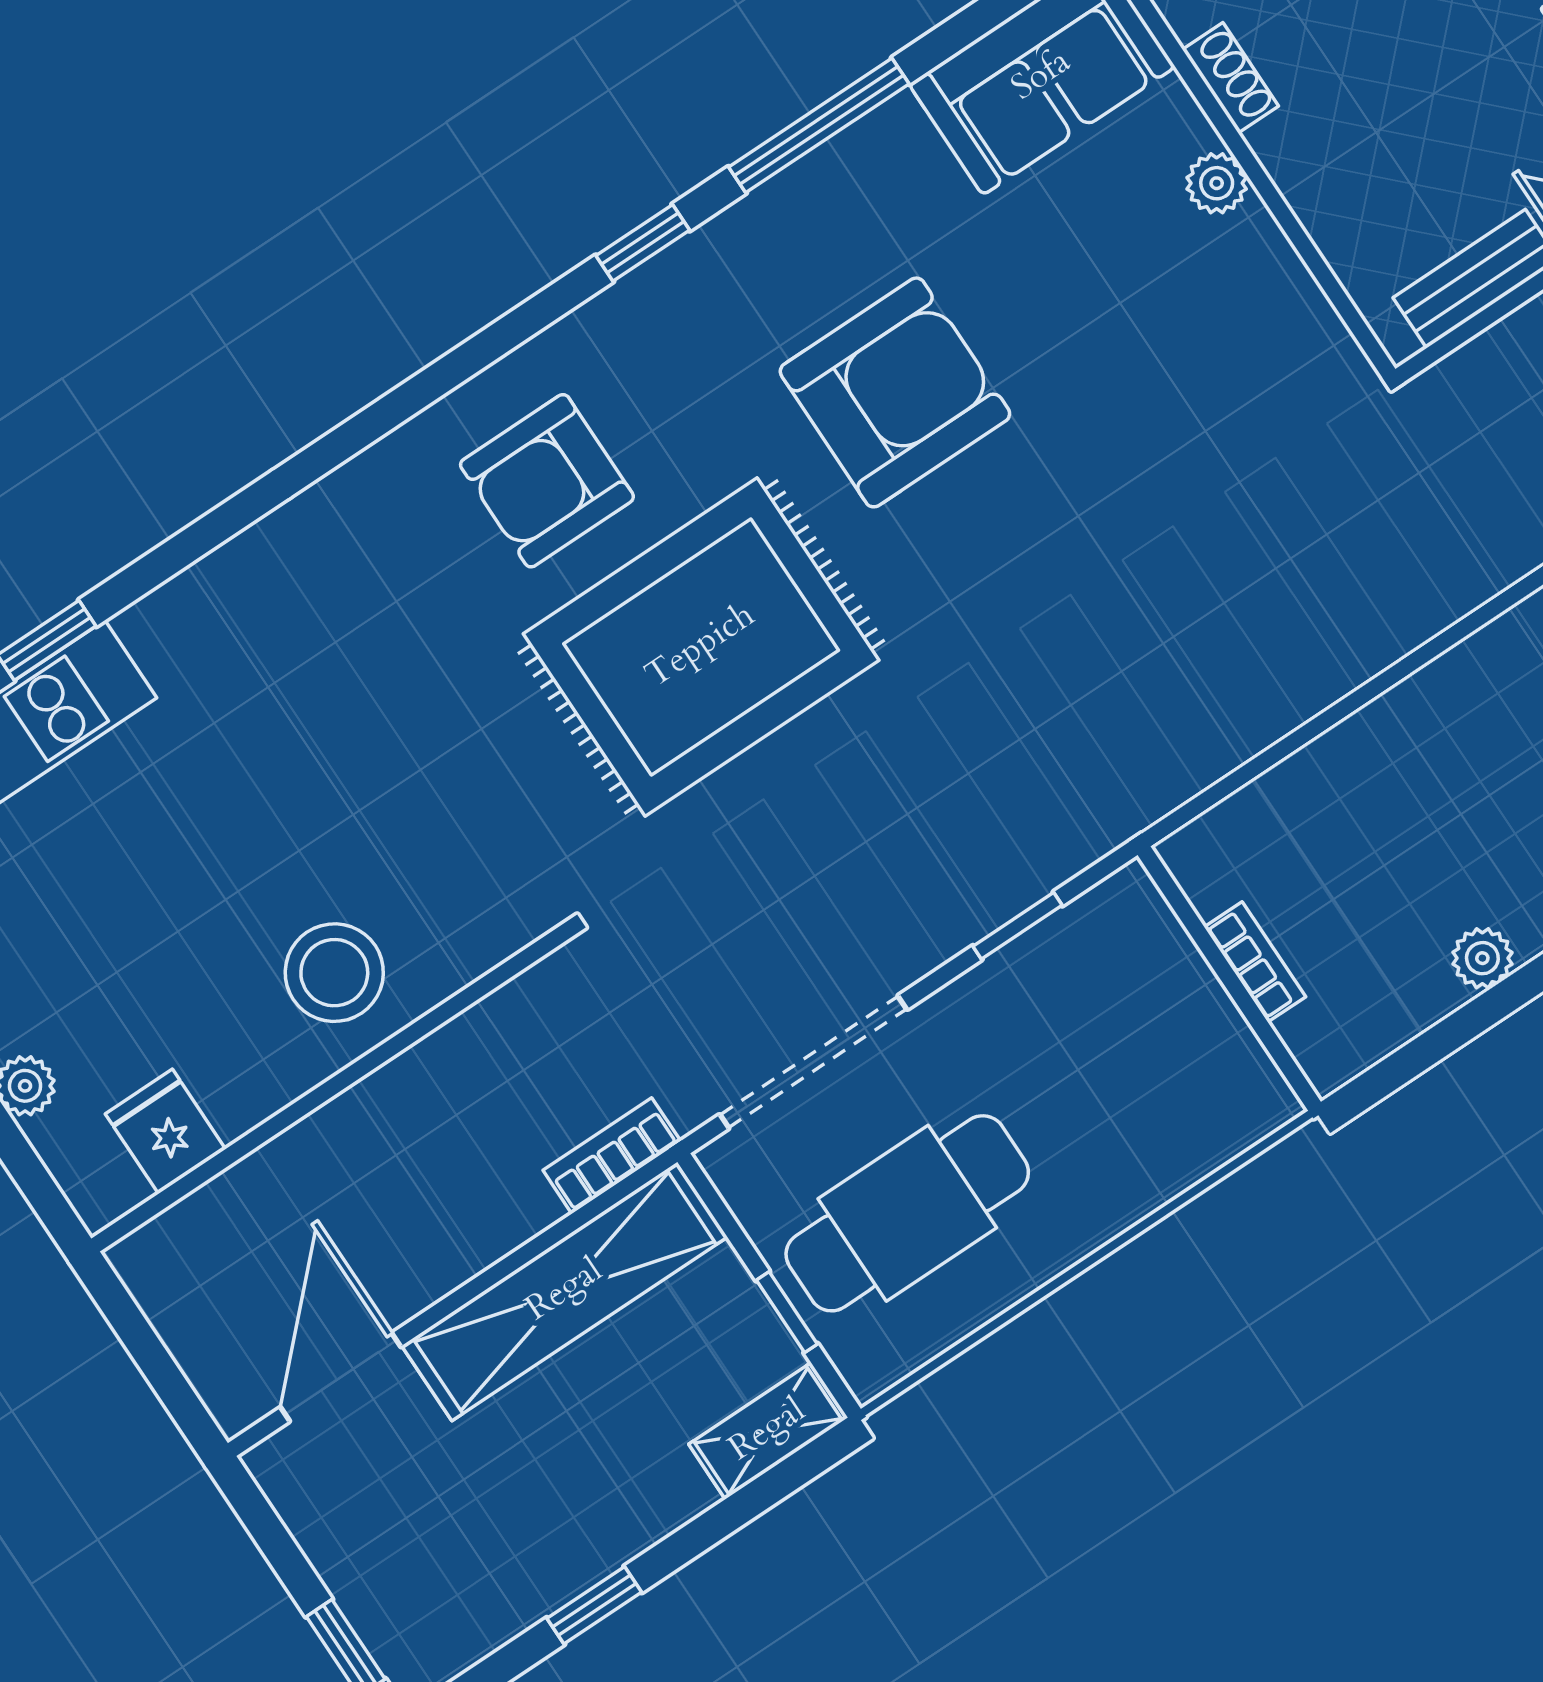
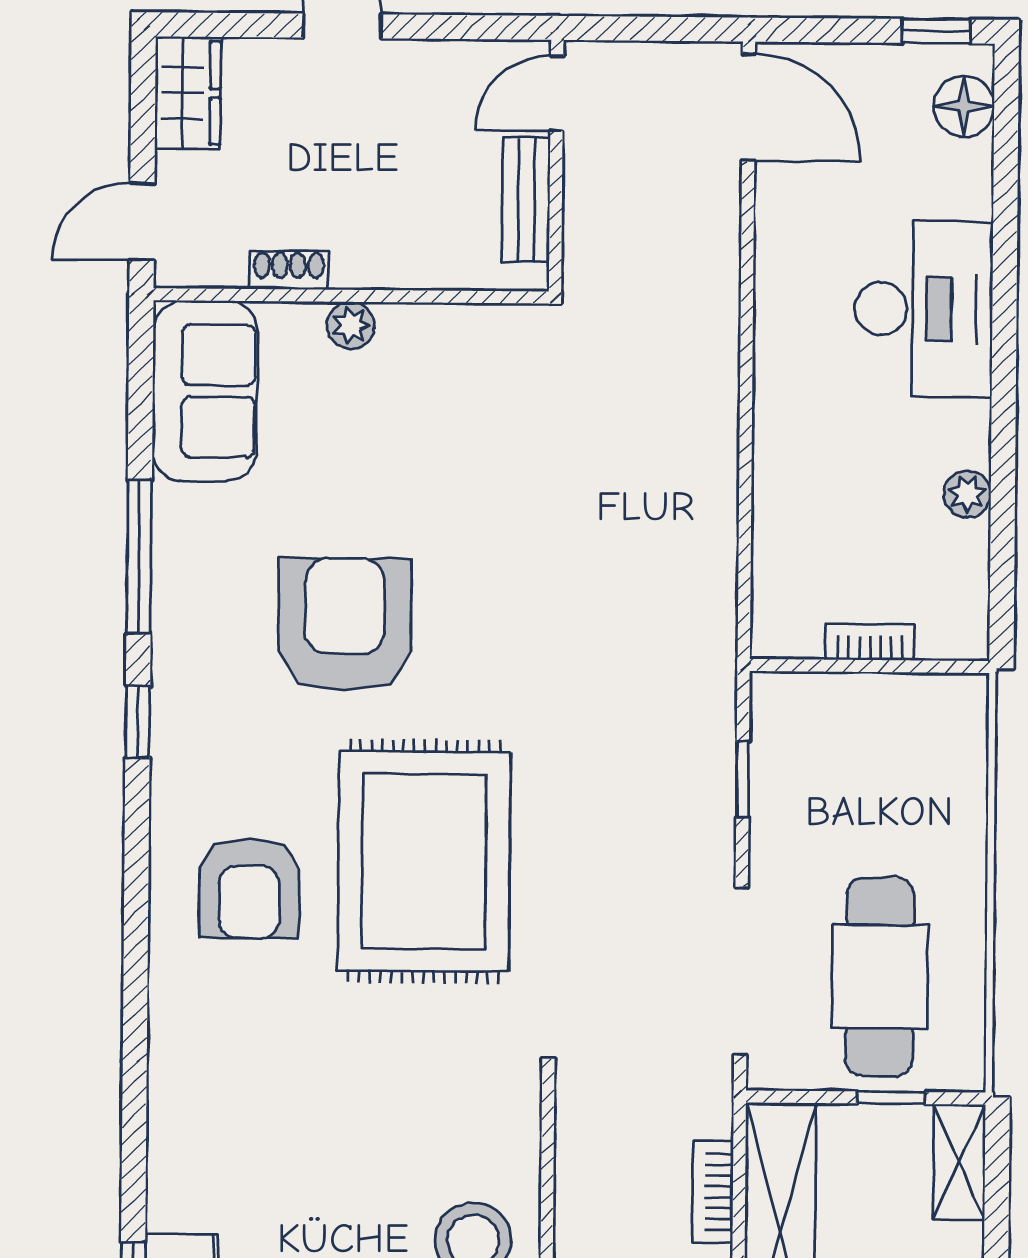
bookcase: (612, 1156) -> (713, 1192), moved

